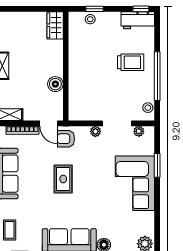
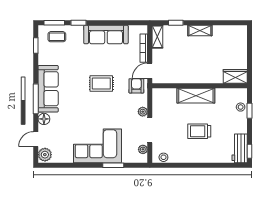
trolley: (131, 62) -> (199, 131), moved, turned 90
shelving: (77, 71) -> (196, 96), added
window: (157, 76) -> (191, 165), removed
boiler: (55, 84) -> (184, 77), removed

